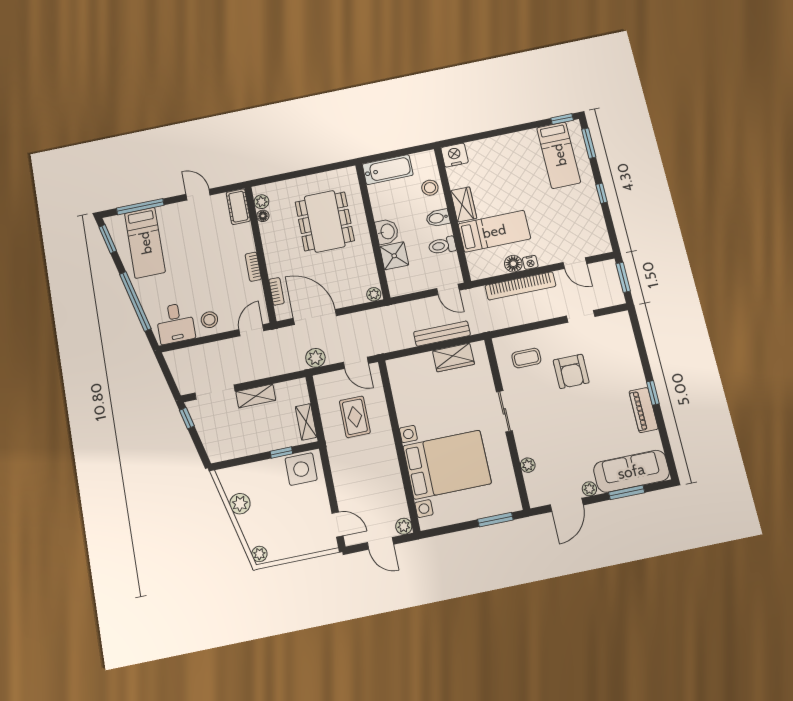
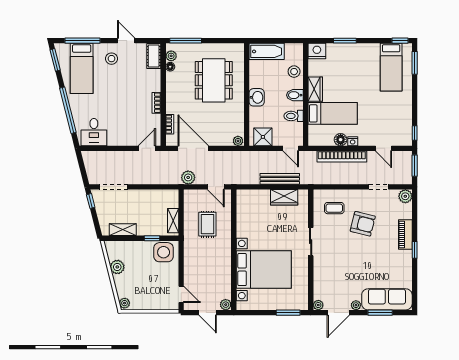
window: (489, 134) -> (345, 41), added
window: (277, 178) -> (186, 41), added
window: (602, 193) -> (415, 133), moved
shower: (394, 256) -> (263, 137), moved
stool: (209, 320) -> (111, 59), moved
plant: (621, 321) -> (405, 196), added
armchair: (571, 371) -> (363, 224), turned -76
shelving: (256, 396) -> (123, 230), moved
piano: (644, 410) -> (405, 234), moved
plant: (528, 465) -> (318, 305), moved

